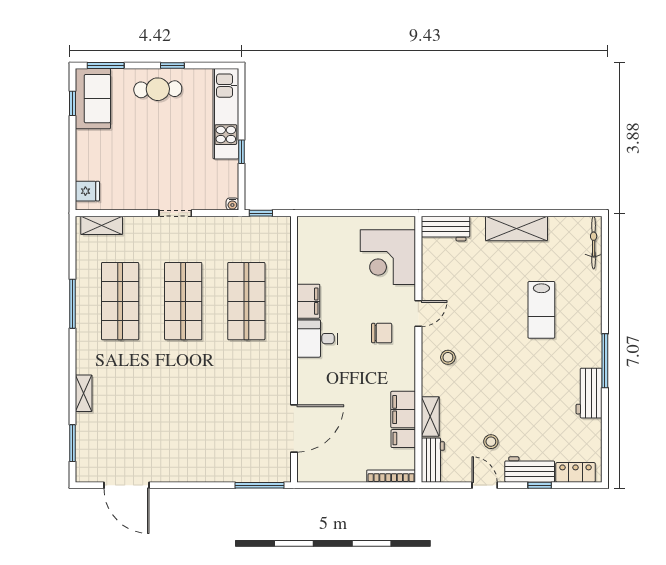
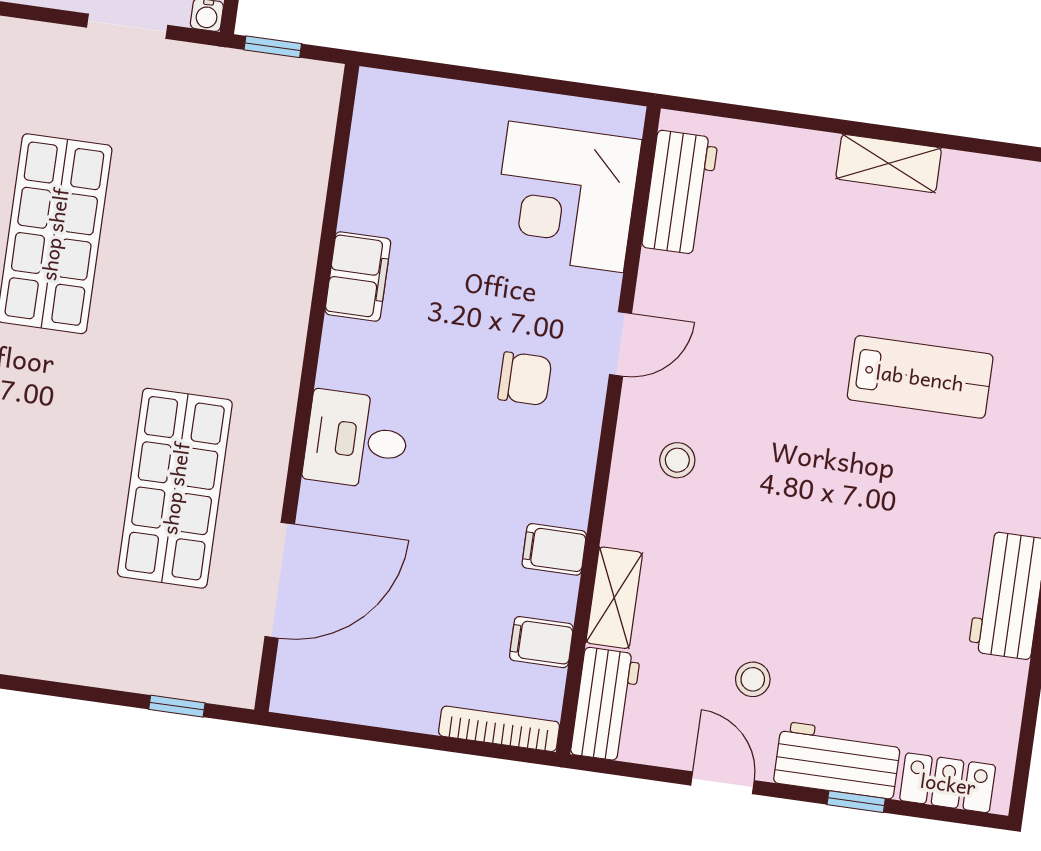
doorway: (175, 213) -> (127, 26), moved
shelving: (517, 228) -> (889, 163), width x0.67, depth x0.75
workbench: (445, 229) -> (680, 193), moved, turned -90
shop shelf: (246, 301) -> (175, 488), moved
lab bench: (541, 310) -> (920, 377), turned -90
desk: (317, 339) -> (357, 440), moved
filing cabinet: (403, 410) -> (554, 549), width x0.50
window: (260, 485) -> (177, 706), width x0.46

